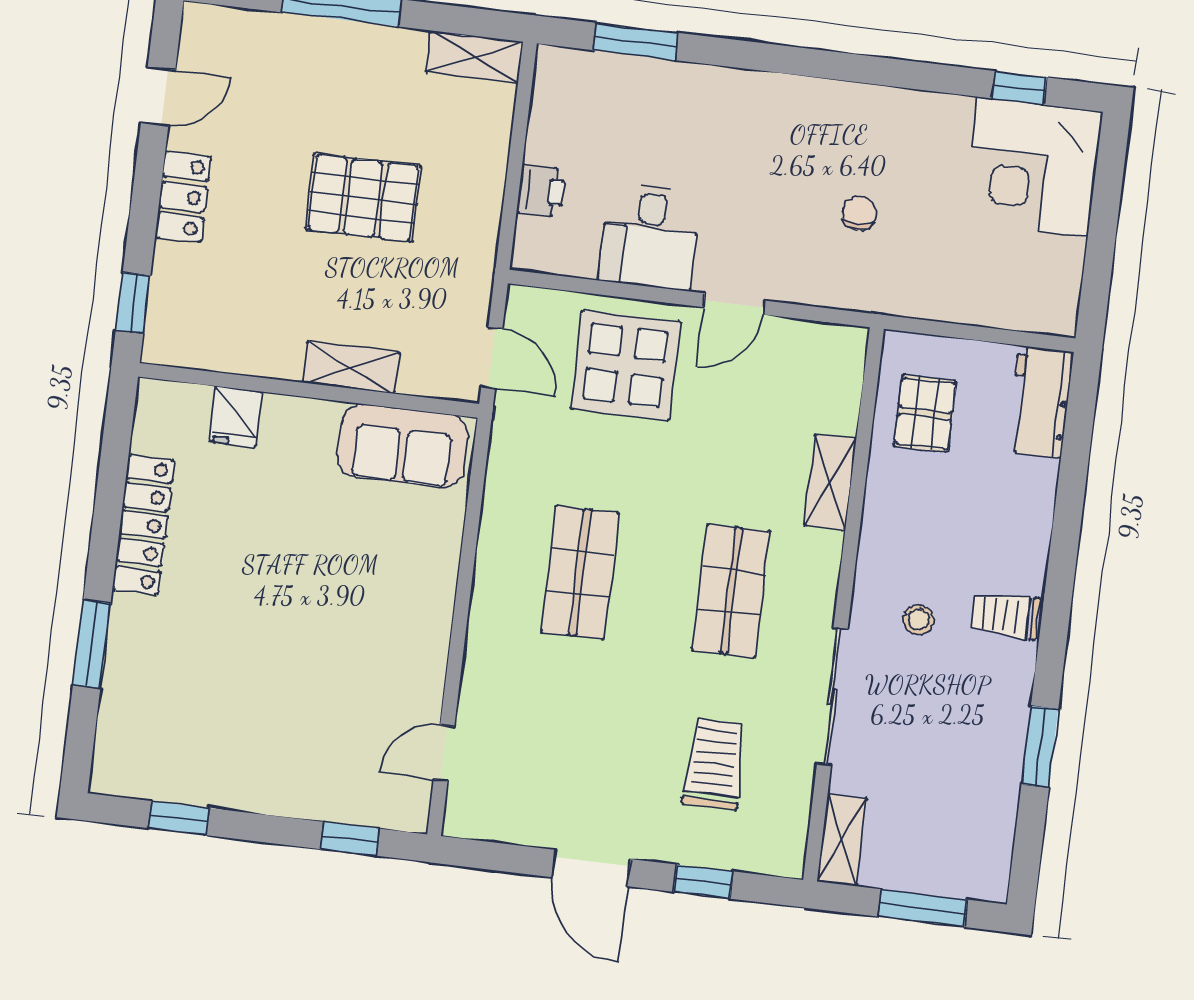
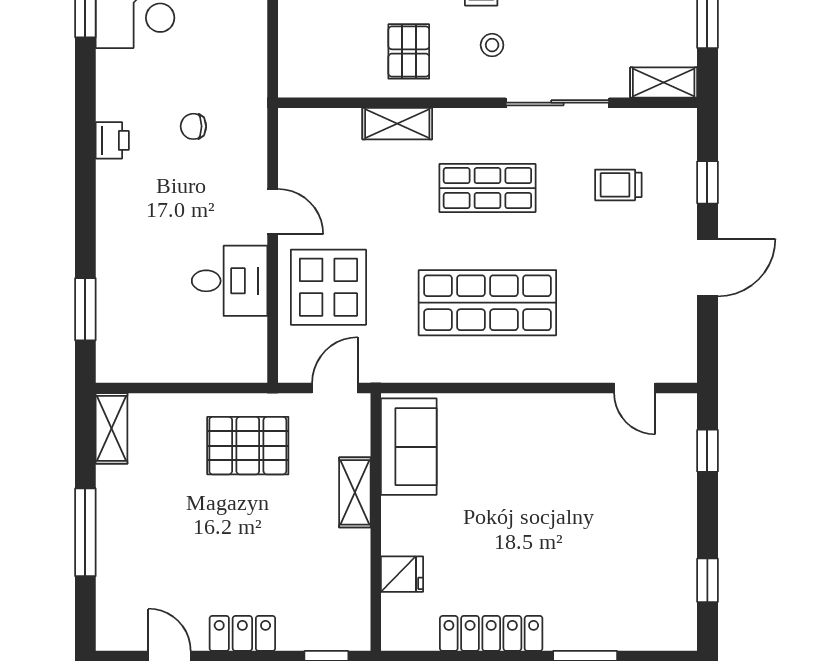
printer: (541, 191) -> (112, 140), moved, turned 90
pallet: (363, 198) -> (248, 446), moved, turned 90
pallet: (925, 413) -> (409, 51), moved, turned 90
shop shelf: (580, 572) -> (487, 303), width x1.43, depth x1.36
trolley: (714, 764) -> (618, 185), width x0.73, depth x0.72

